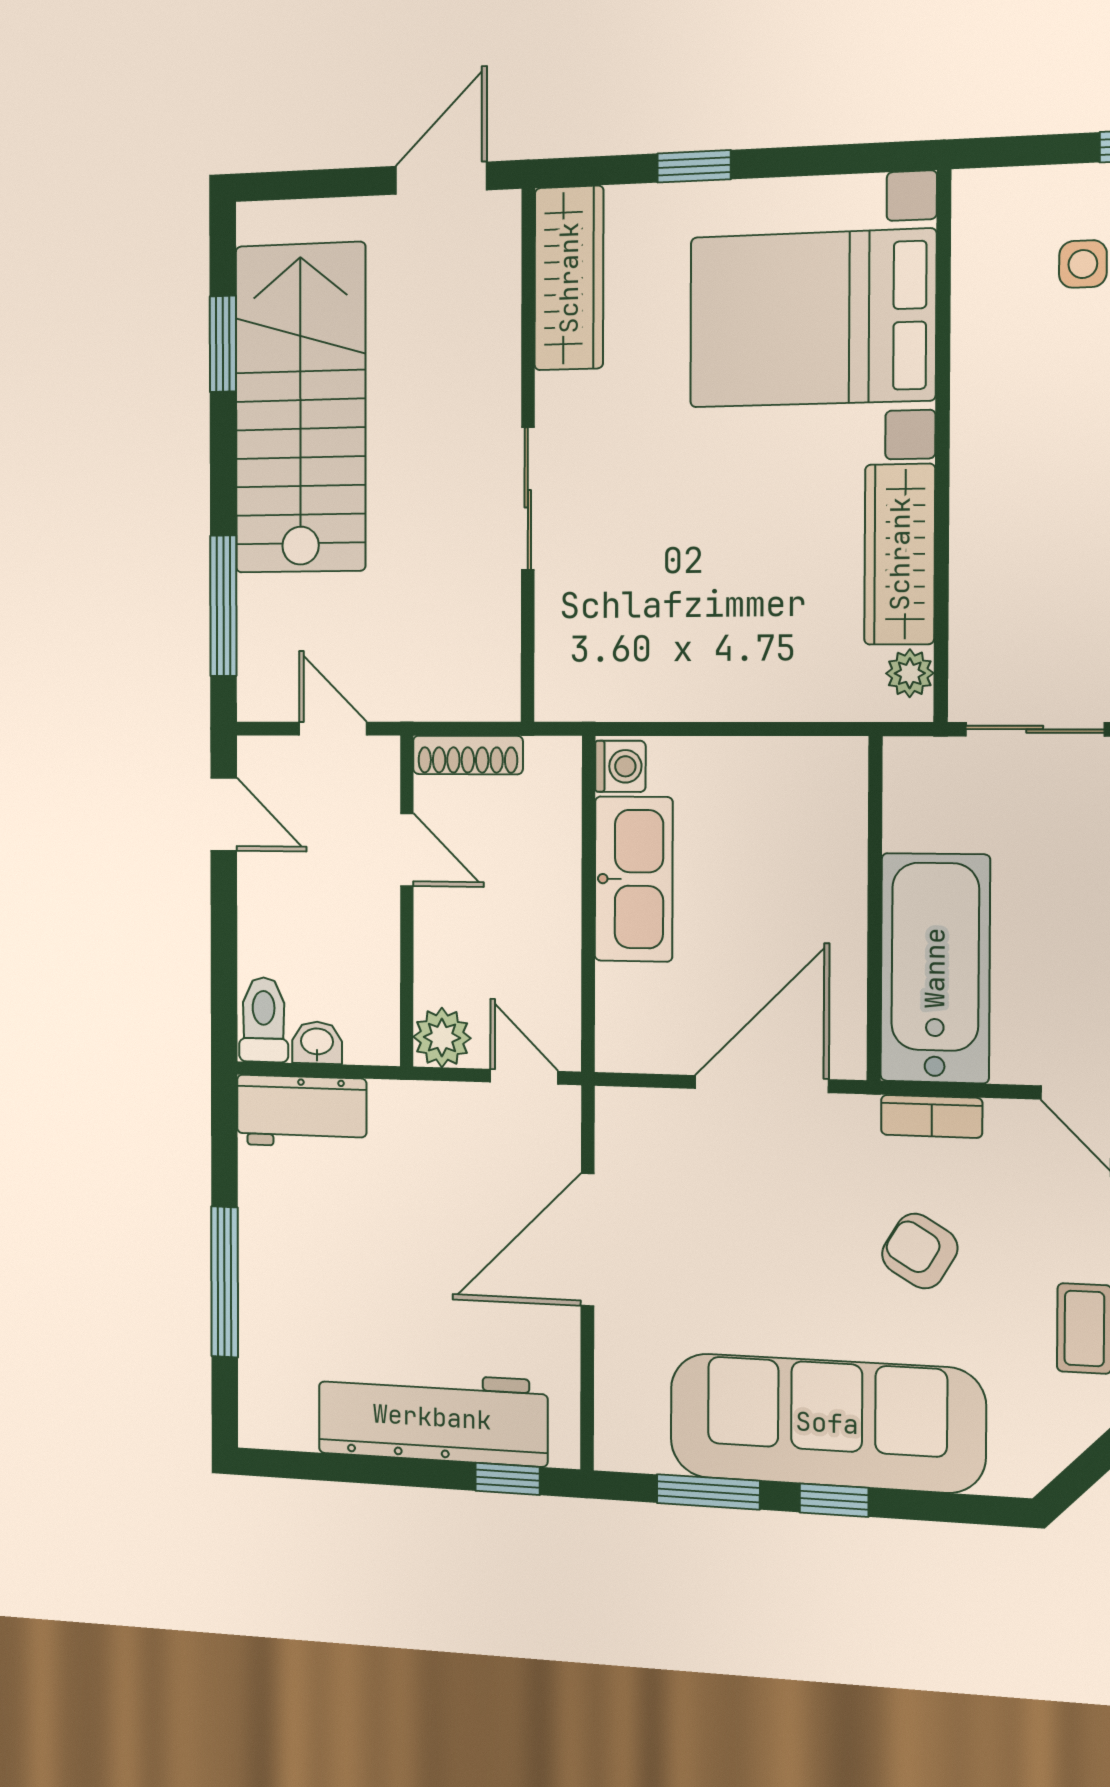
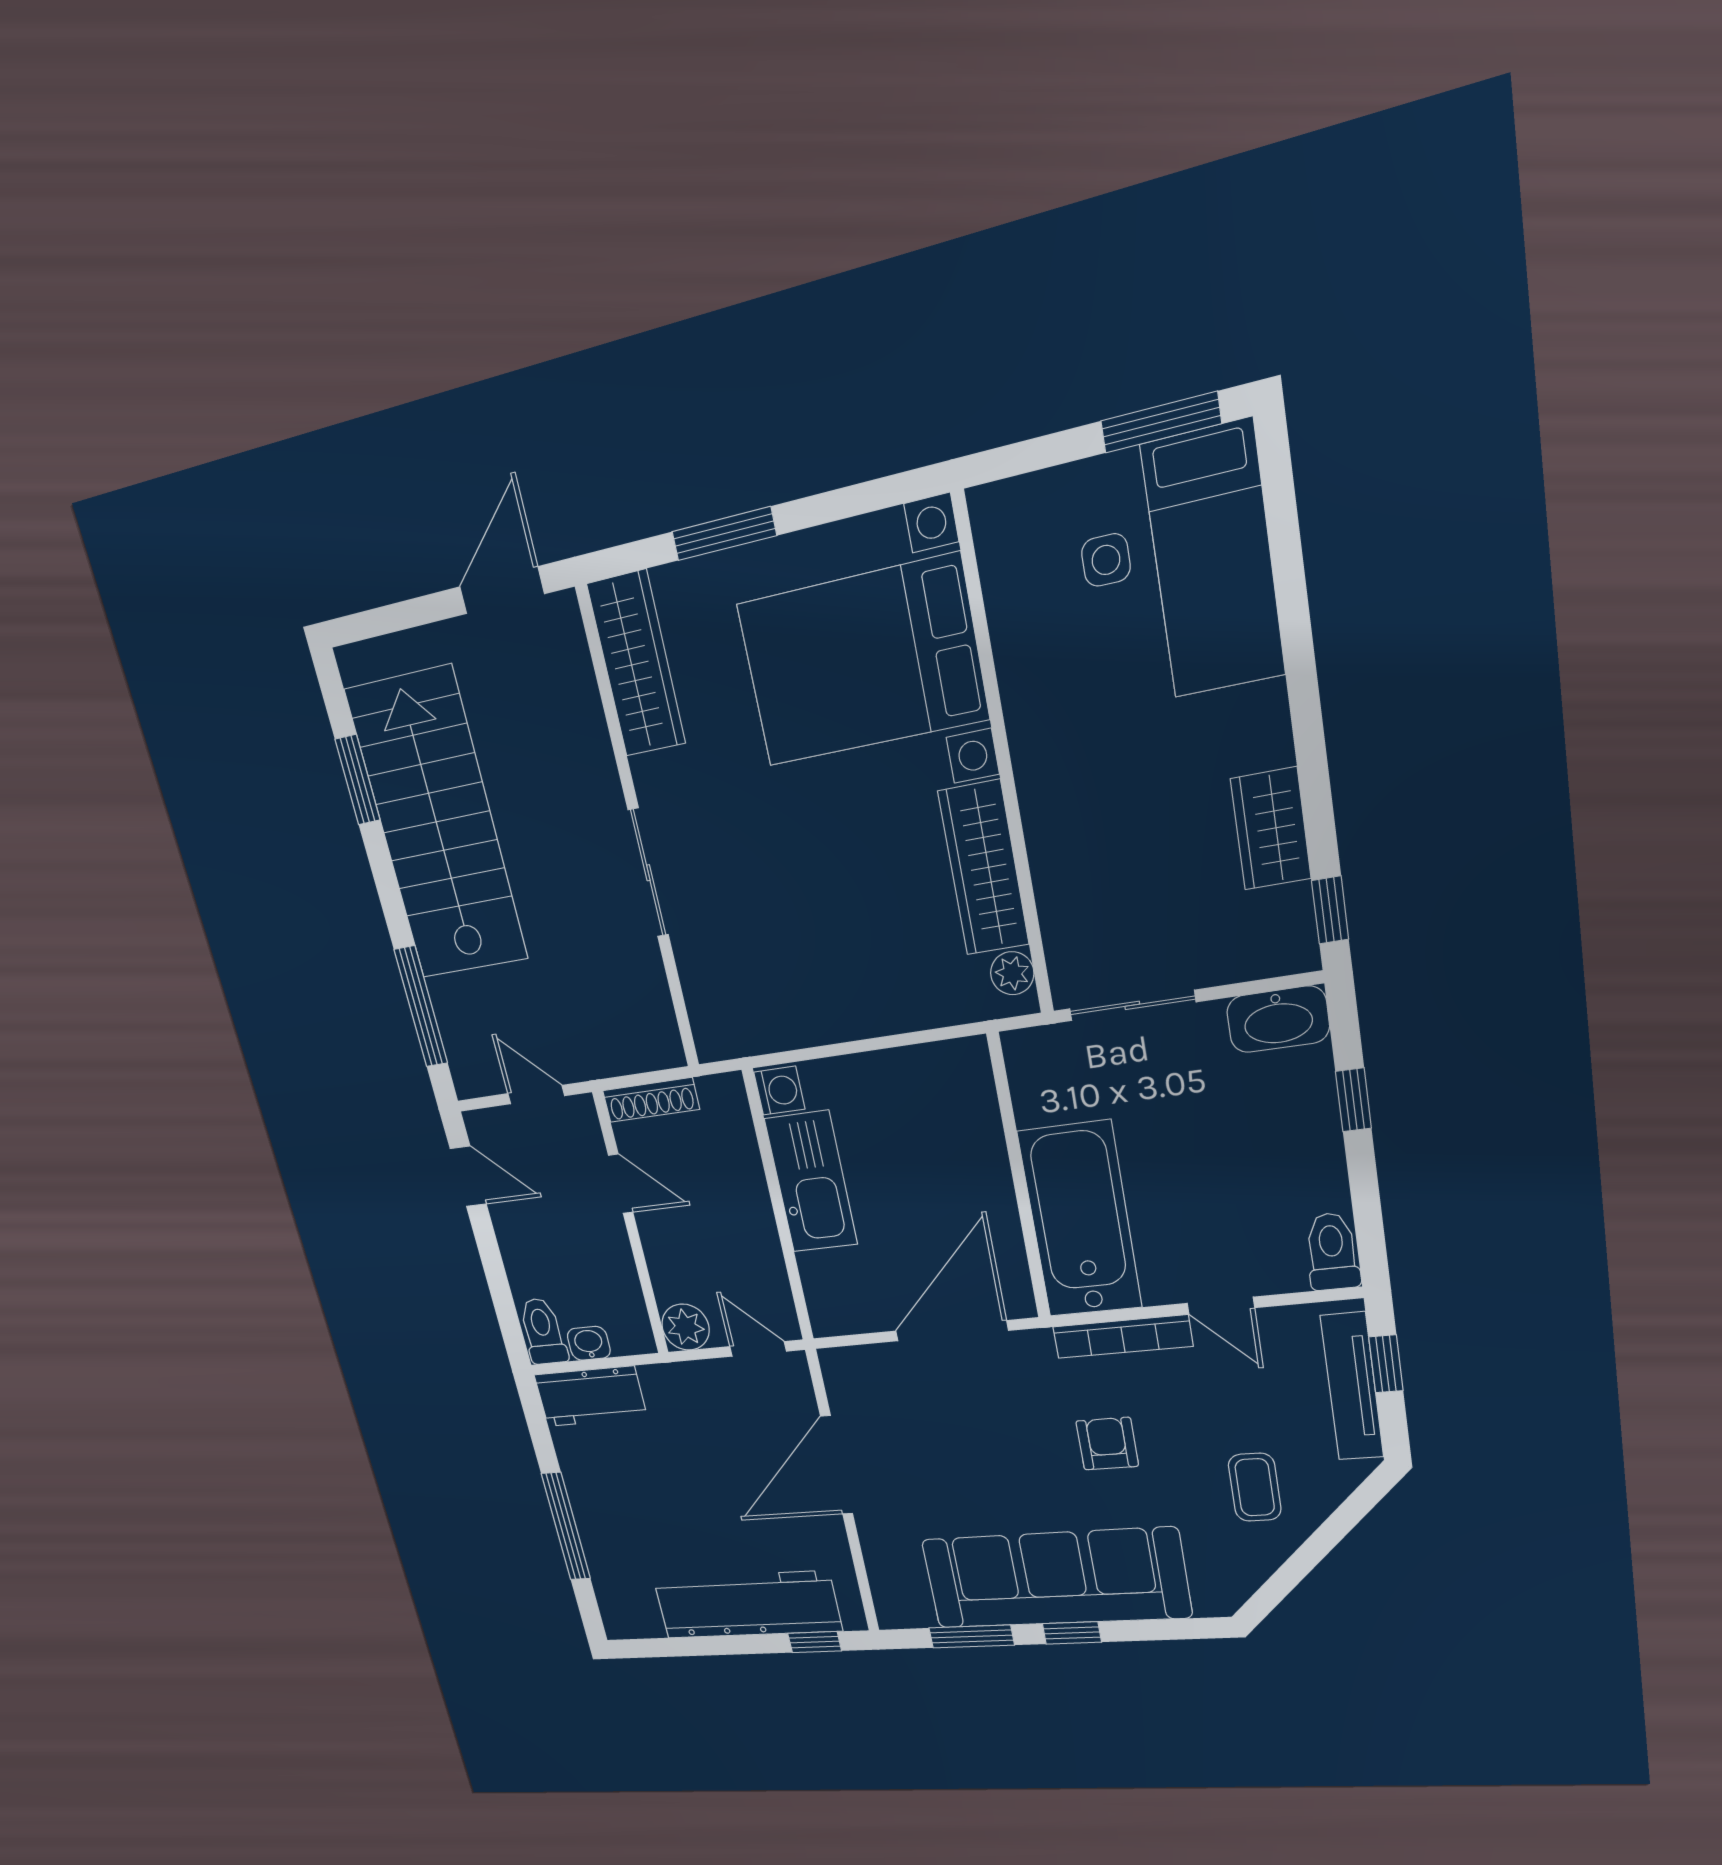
window: (694, 166) -> (724, 534), width x1.50
bookcase: (932, 1116) -> (1122, 1337), width x1.56
armchair: (920, 1251) -> (1107, 1444), turned 59

